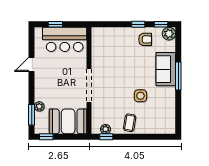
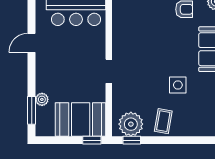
doorway: (89, 86) -> (109, 71), width x0.53
plant: (105, 129) -> (131, 124), width x1.88, depth x1.88
window: (46, 137) -> (92, 140), moved

